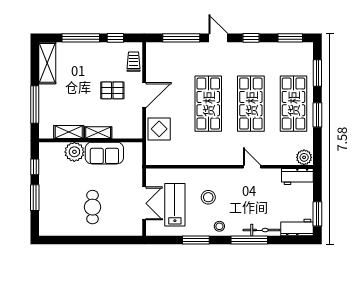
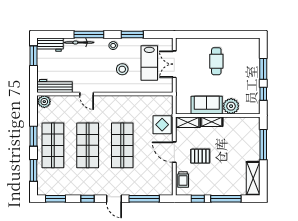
door: (144, 95) -> (174, 152), hinge flipped
shelving: (69, 132) -> (188, 122), moved
workbench: (297, 177) -> (54, 86), width x1.38

